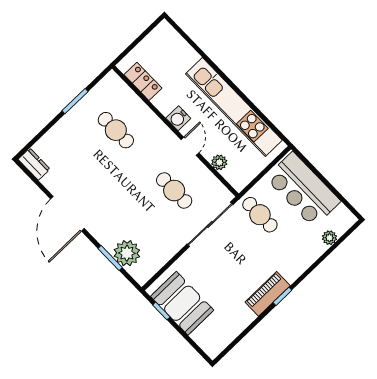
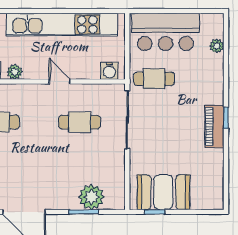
water cooler: (178, 118) -> (109, 71), moved
plant: (219, 162) -> (15, 72), moved

